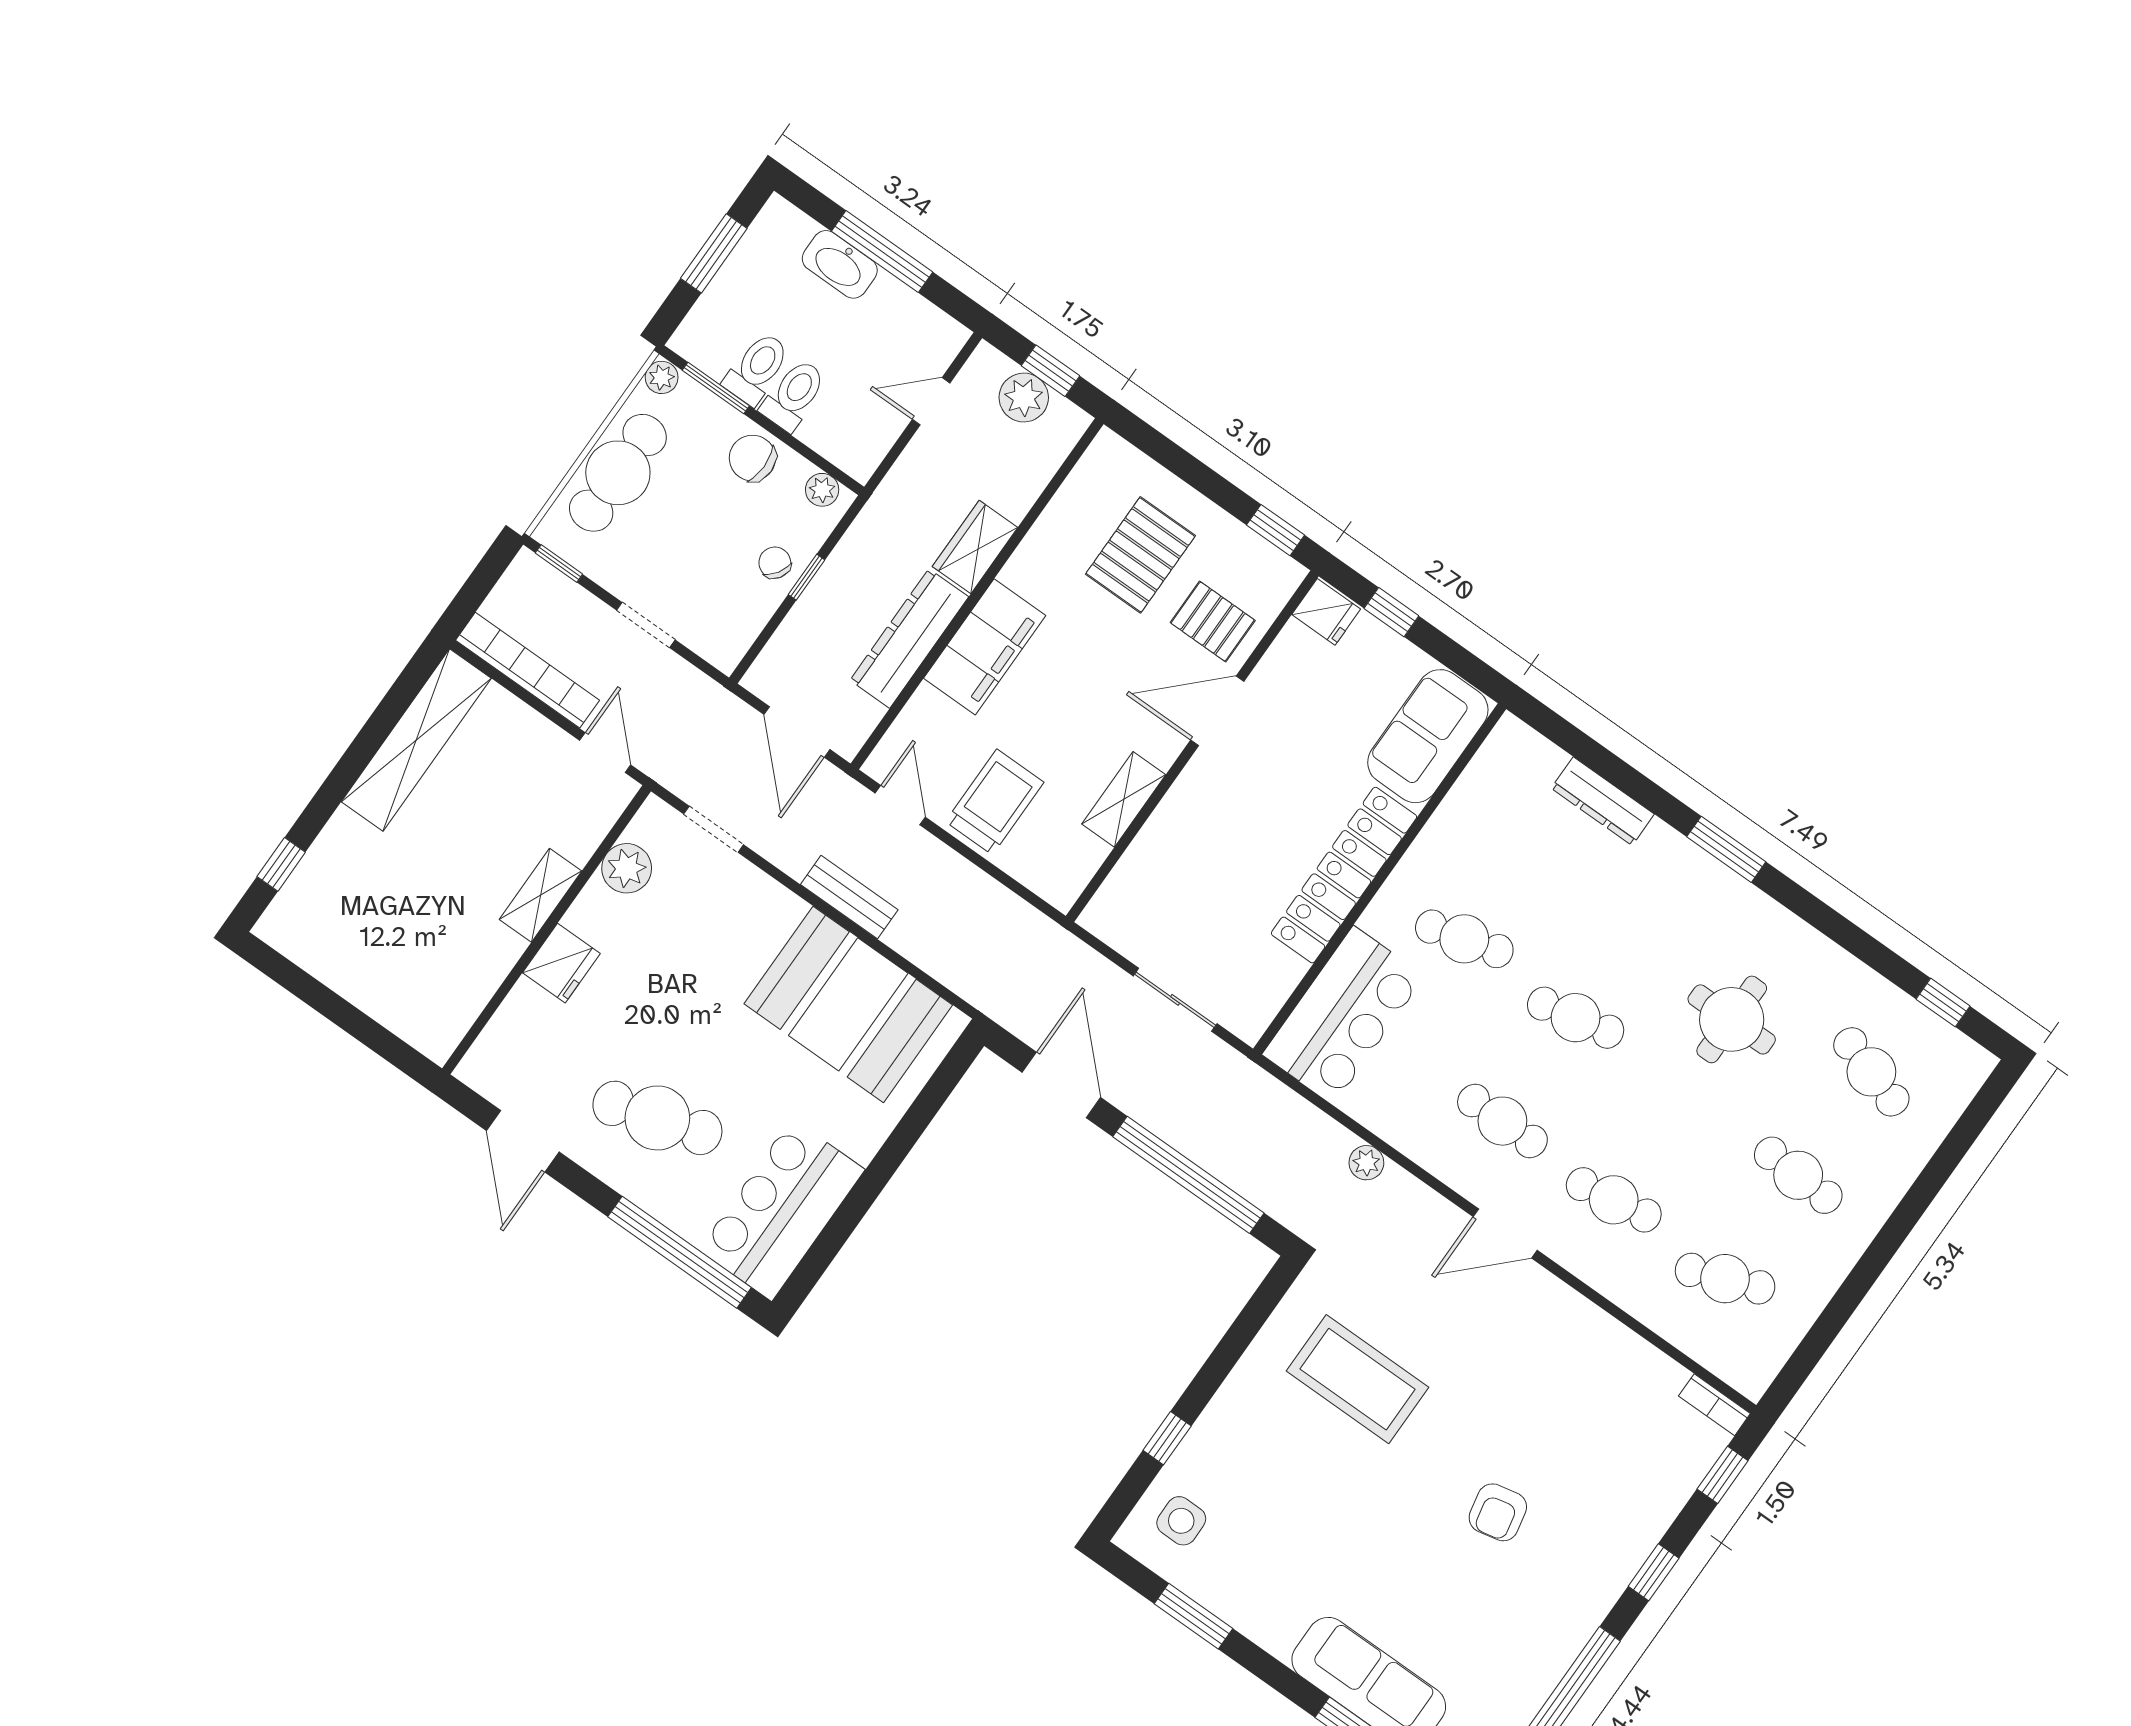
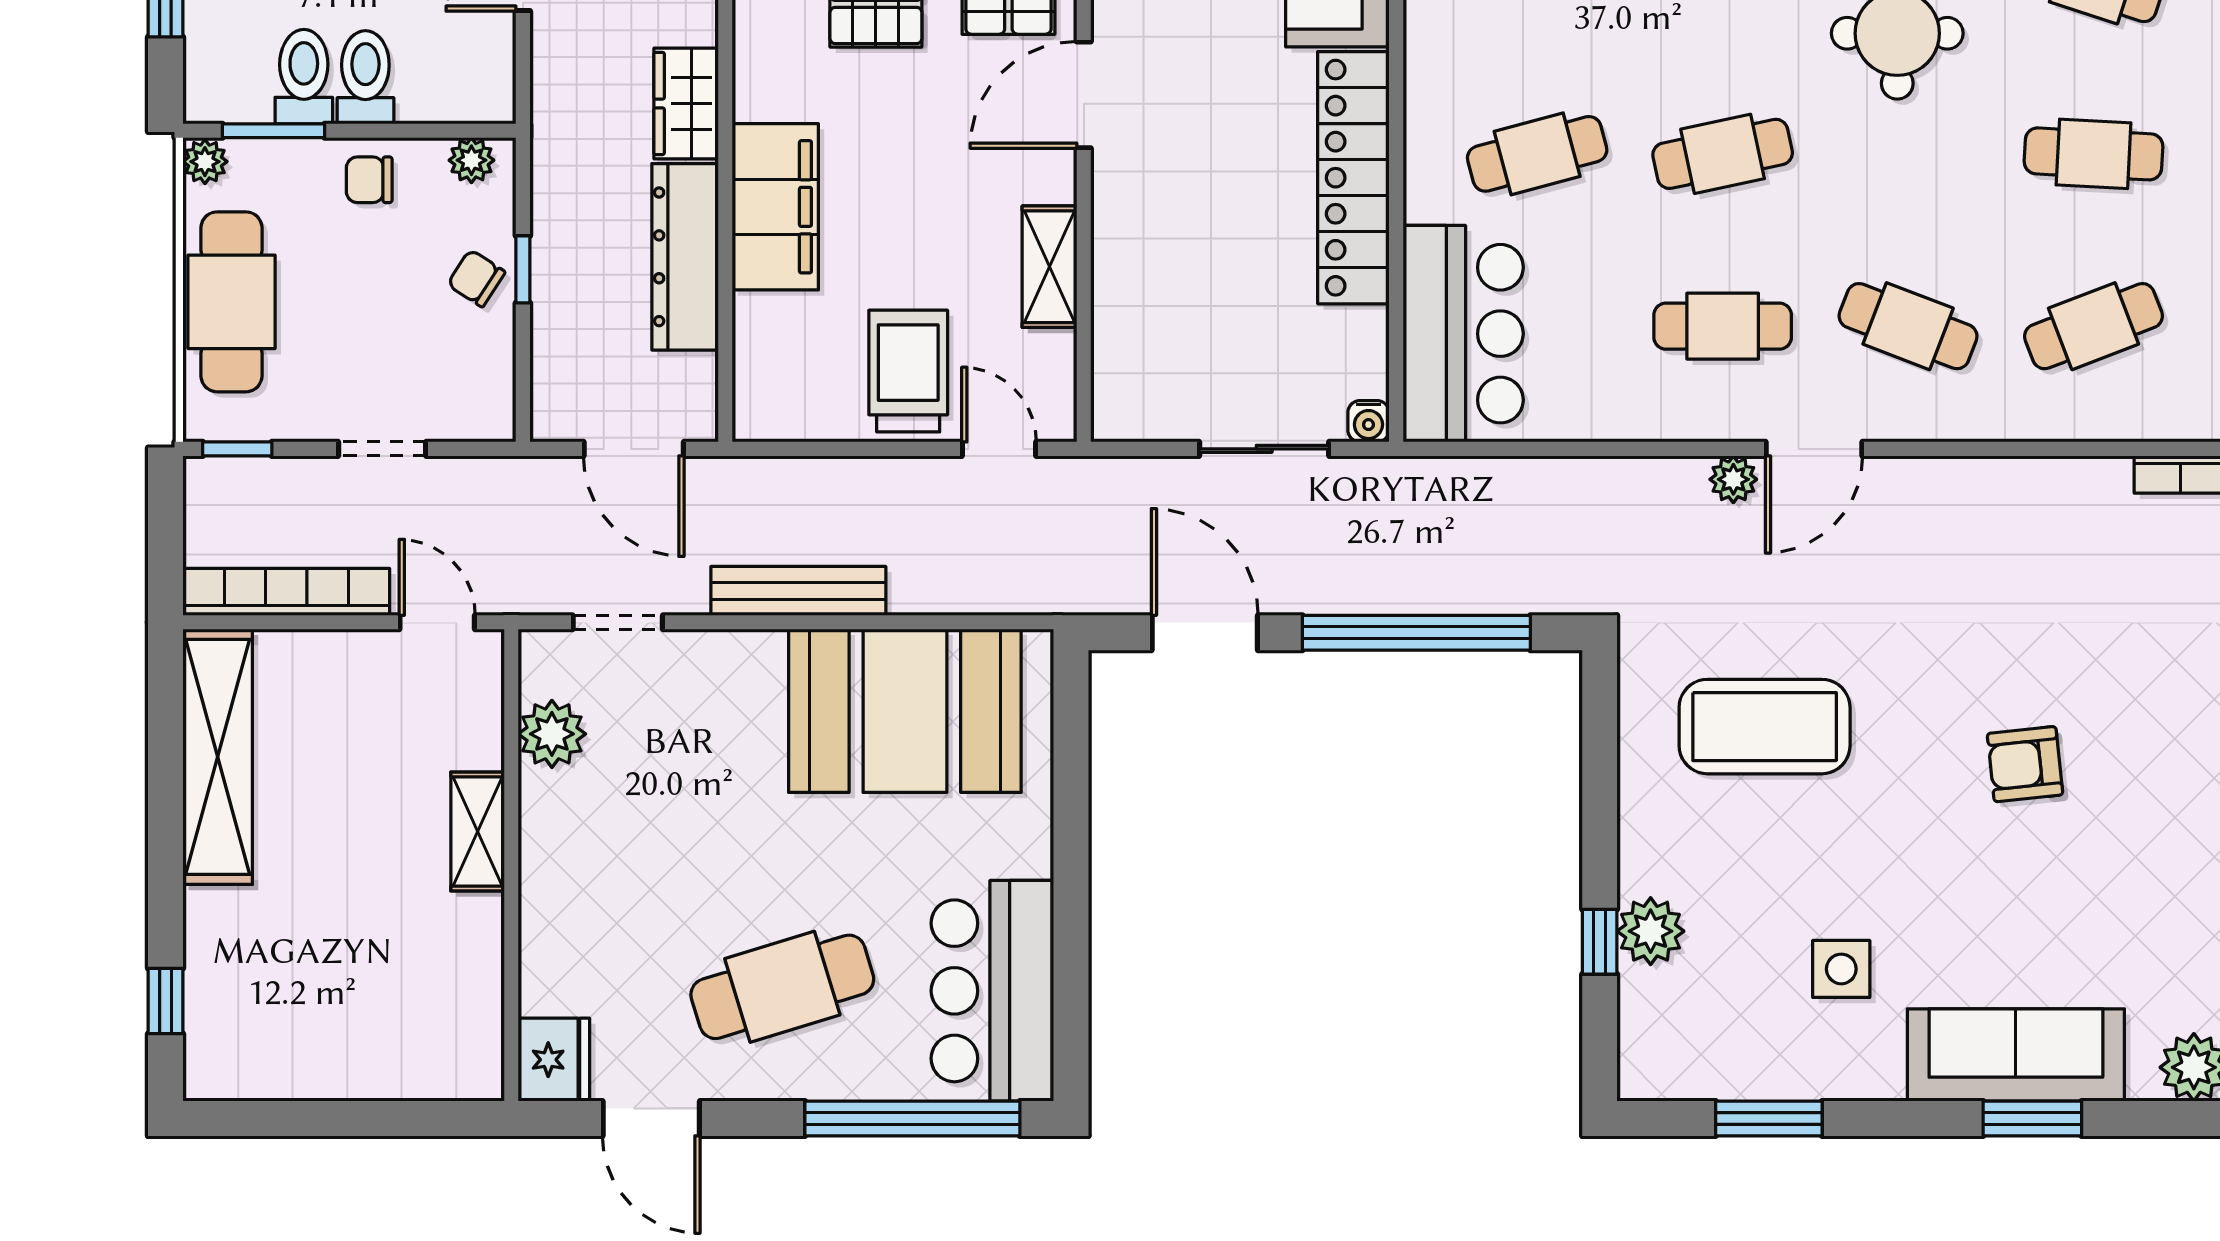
chair: (752, 458) -> (369, 180), width x0.73, depth x0.73
door: (900, 805) -> (999, 449), moved
bench: (849, 897) -> (798, 591), width x1.36
fridge: (561, 963) -> (554, 1060), moved
water cooler: (1250, 1028) -> (1368, 421), added
plant: (1366, 1163) -> (1733, 479), moved
cafe table: (1614, 1200) -> (1908, 326), turned 30
plant: (1202, 1453) -> (1651, 931), added
armchair: (1498, 1512) -> (2025, 764), turned 96
side table: (1181, 1521) -> (1841, 969), moved

